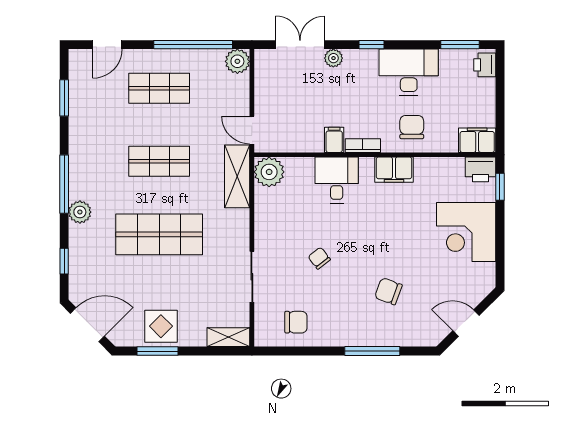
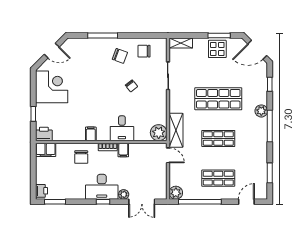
desk: (409, 72) -> (102, 187), moved
filing cabinet: (394, 170) -> (91, 134), width x0.50
window: (500, 187) -> (33, 114), moved
corner desk: (466, 232) -> (52, 87), moved
chair: (388, 291) -> (120, 56), moved

